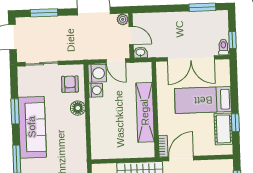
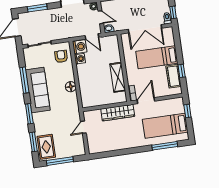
floor lamp: (78, 108) -> (71, 87), moved
window: (15, 111) -> (24, 80), width x1.44
shelving: (145, 112) -> (118, 77), width x0.68

